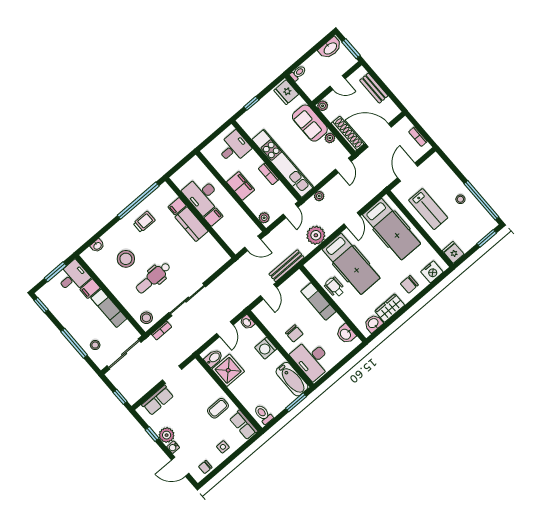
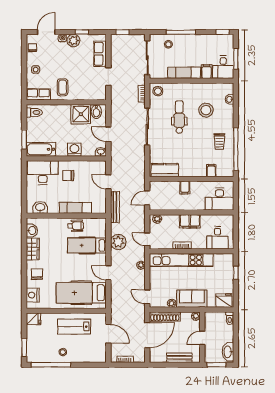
desk: (202, 195) -> (219, 199), moved, turned 180
kitchen counter: (192, 224) -> (165, 170), moved
hospital bed: (351, 264) -> (87, 245), width x0.73, depth x0.78

